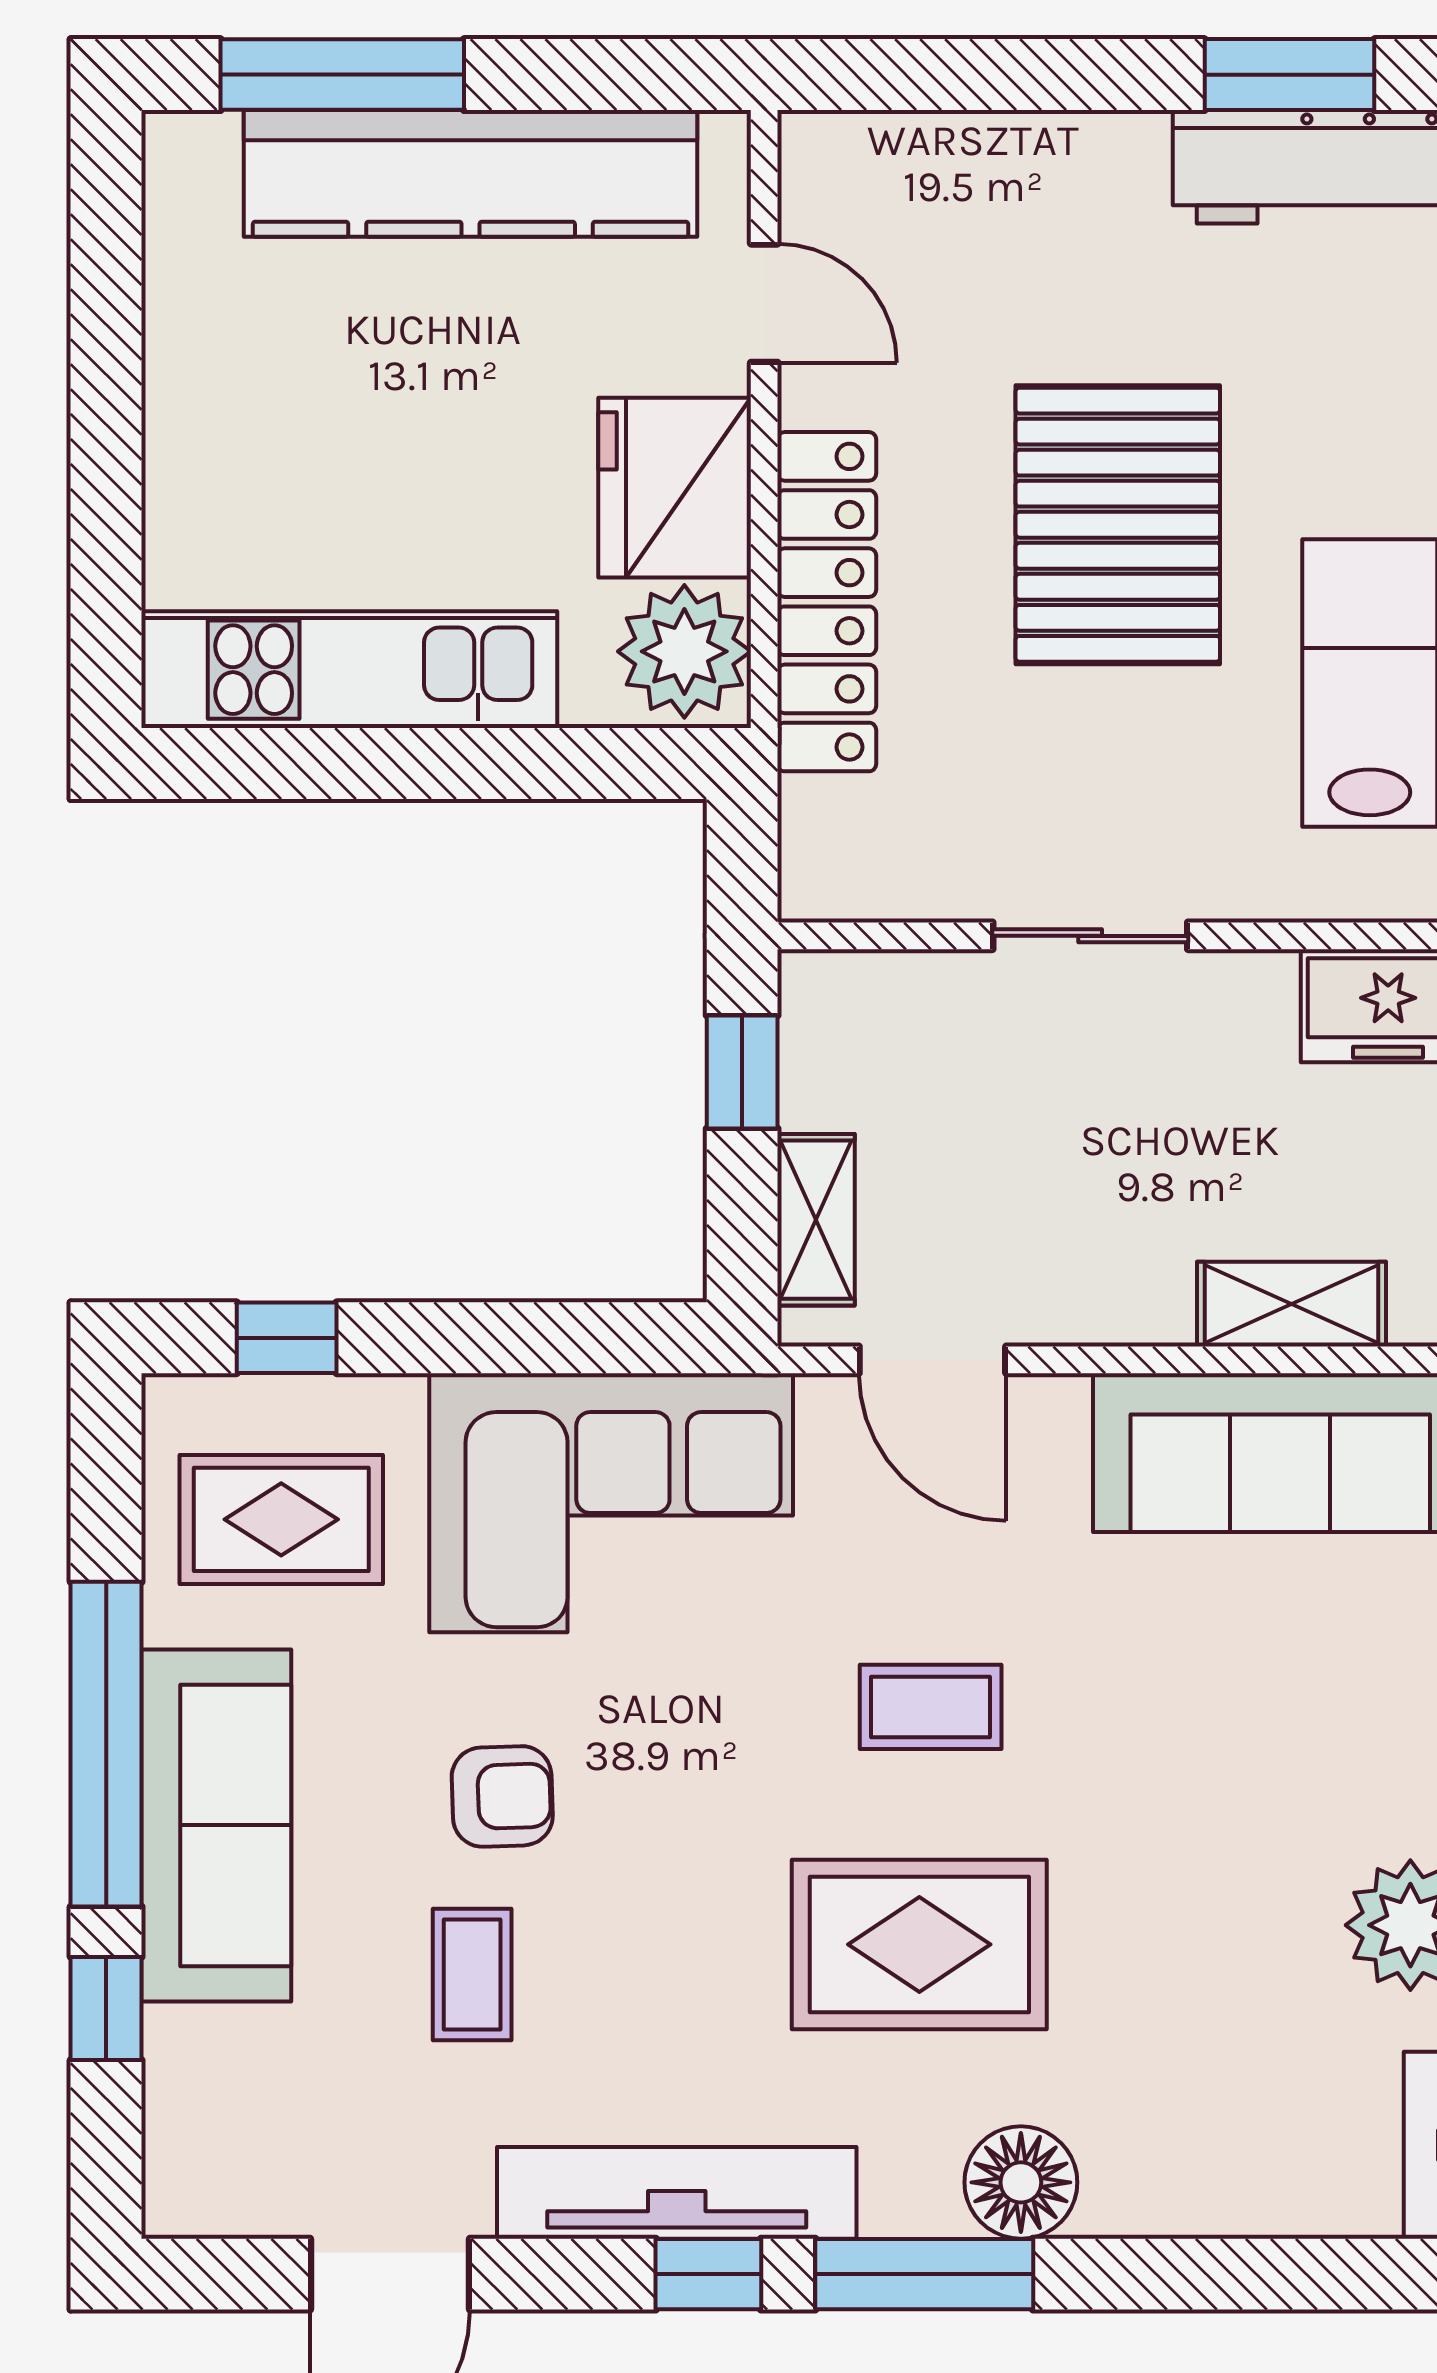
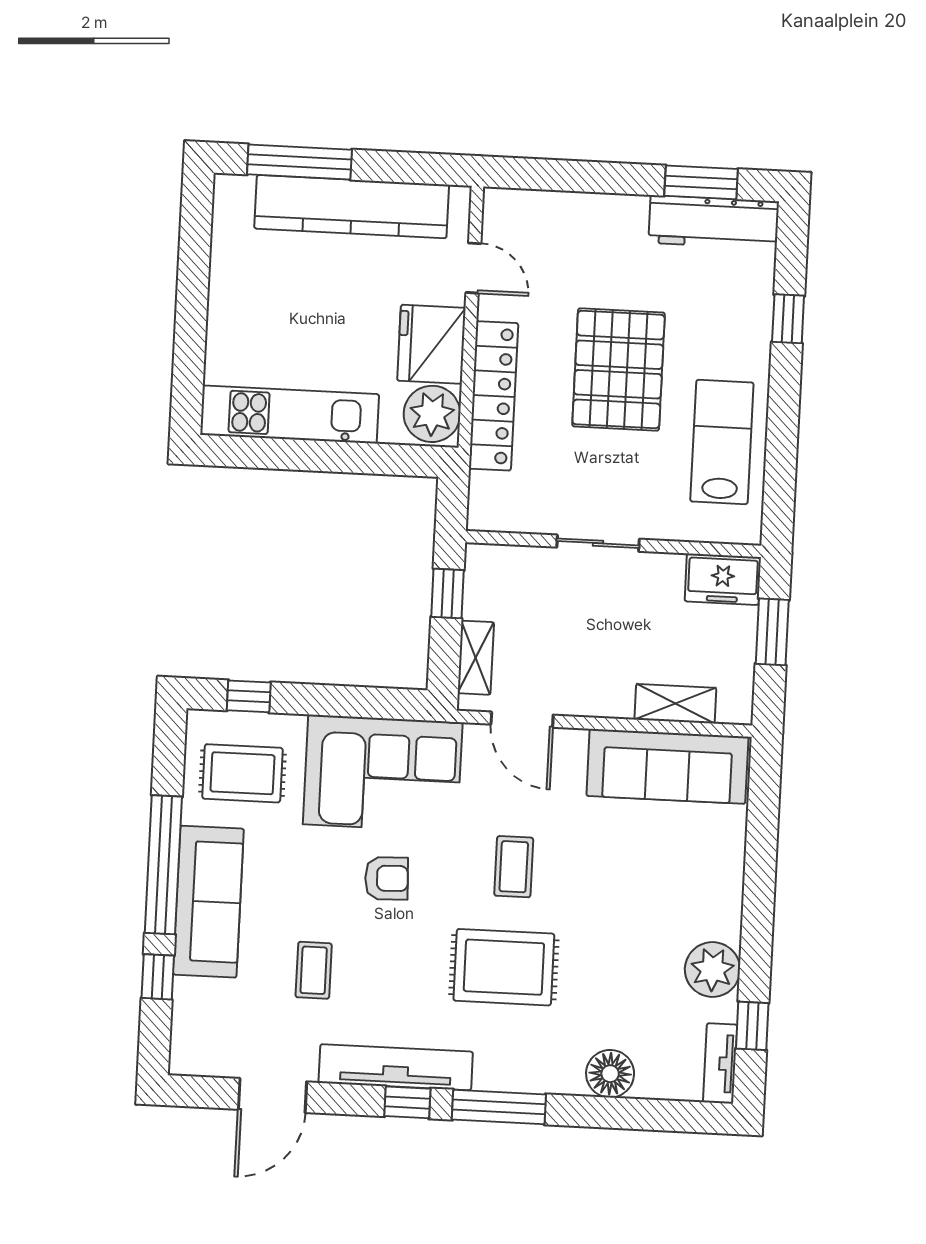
coffee table: (931, 1707) -> (514, 867), turned 90
armchair: (502, 1796) -> (387, 878), moved
floor lamp: (1021, 2182) -> (610, 1074), moved

